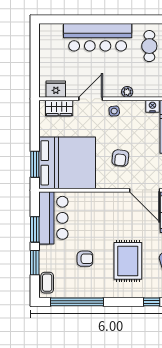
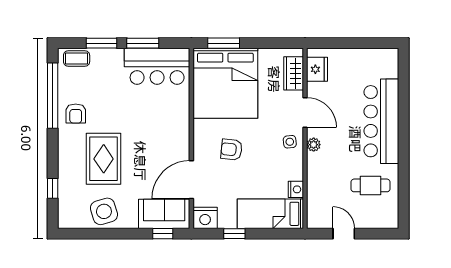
plant: (127, 92) -> (314, 145), moved
armchair: (85, 259) -> (76, 114), moved
rug: (128, 261) -> (104, 159), turned 90

